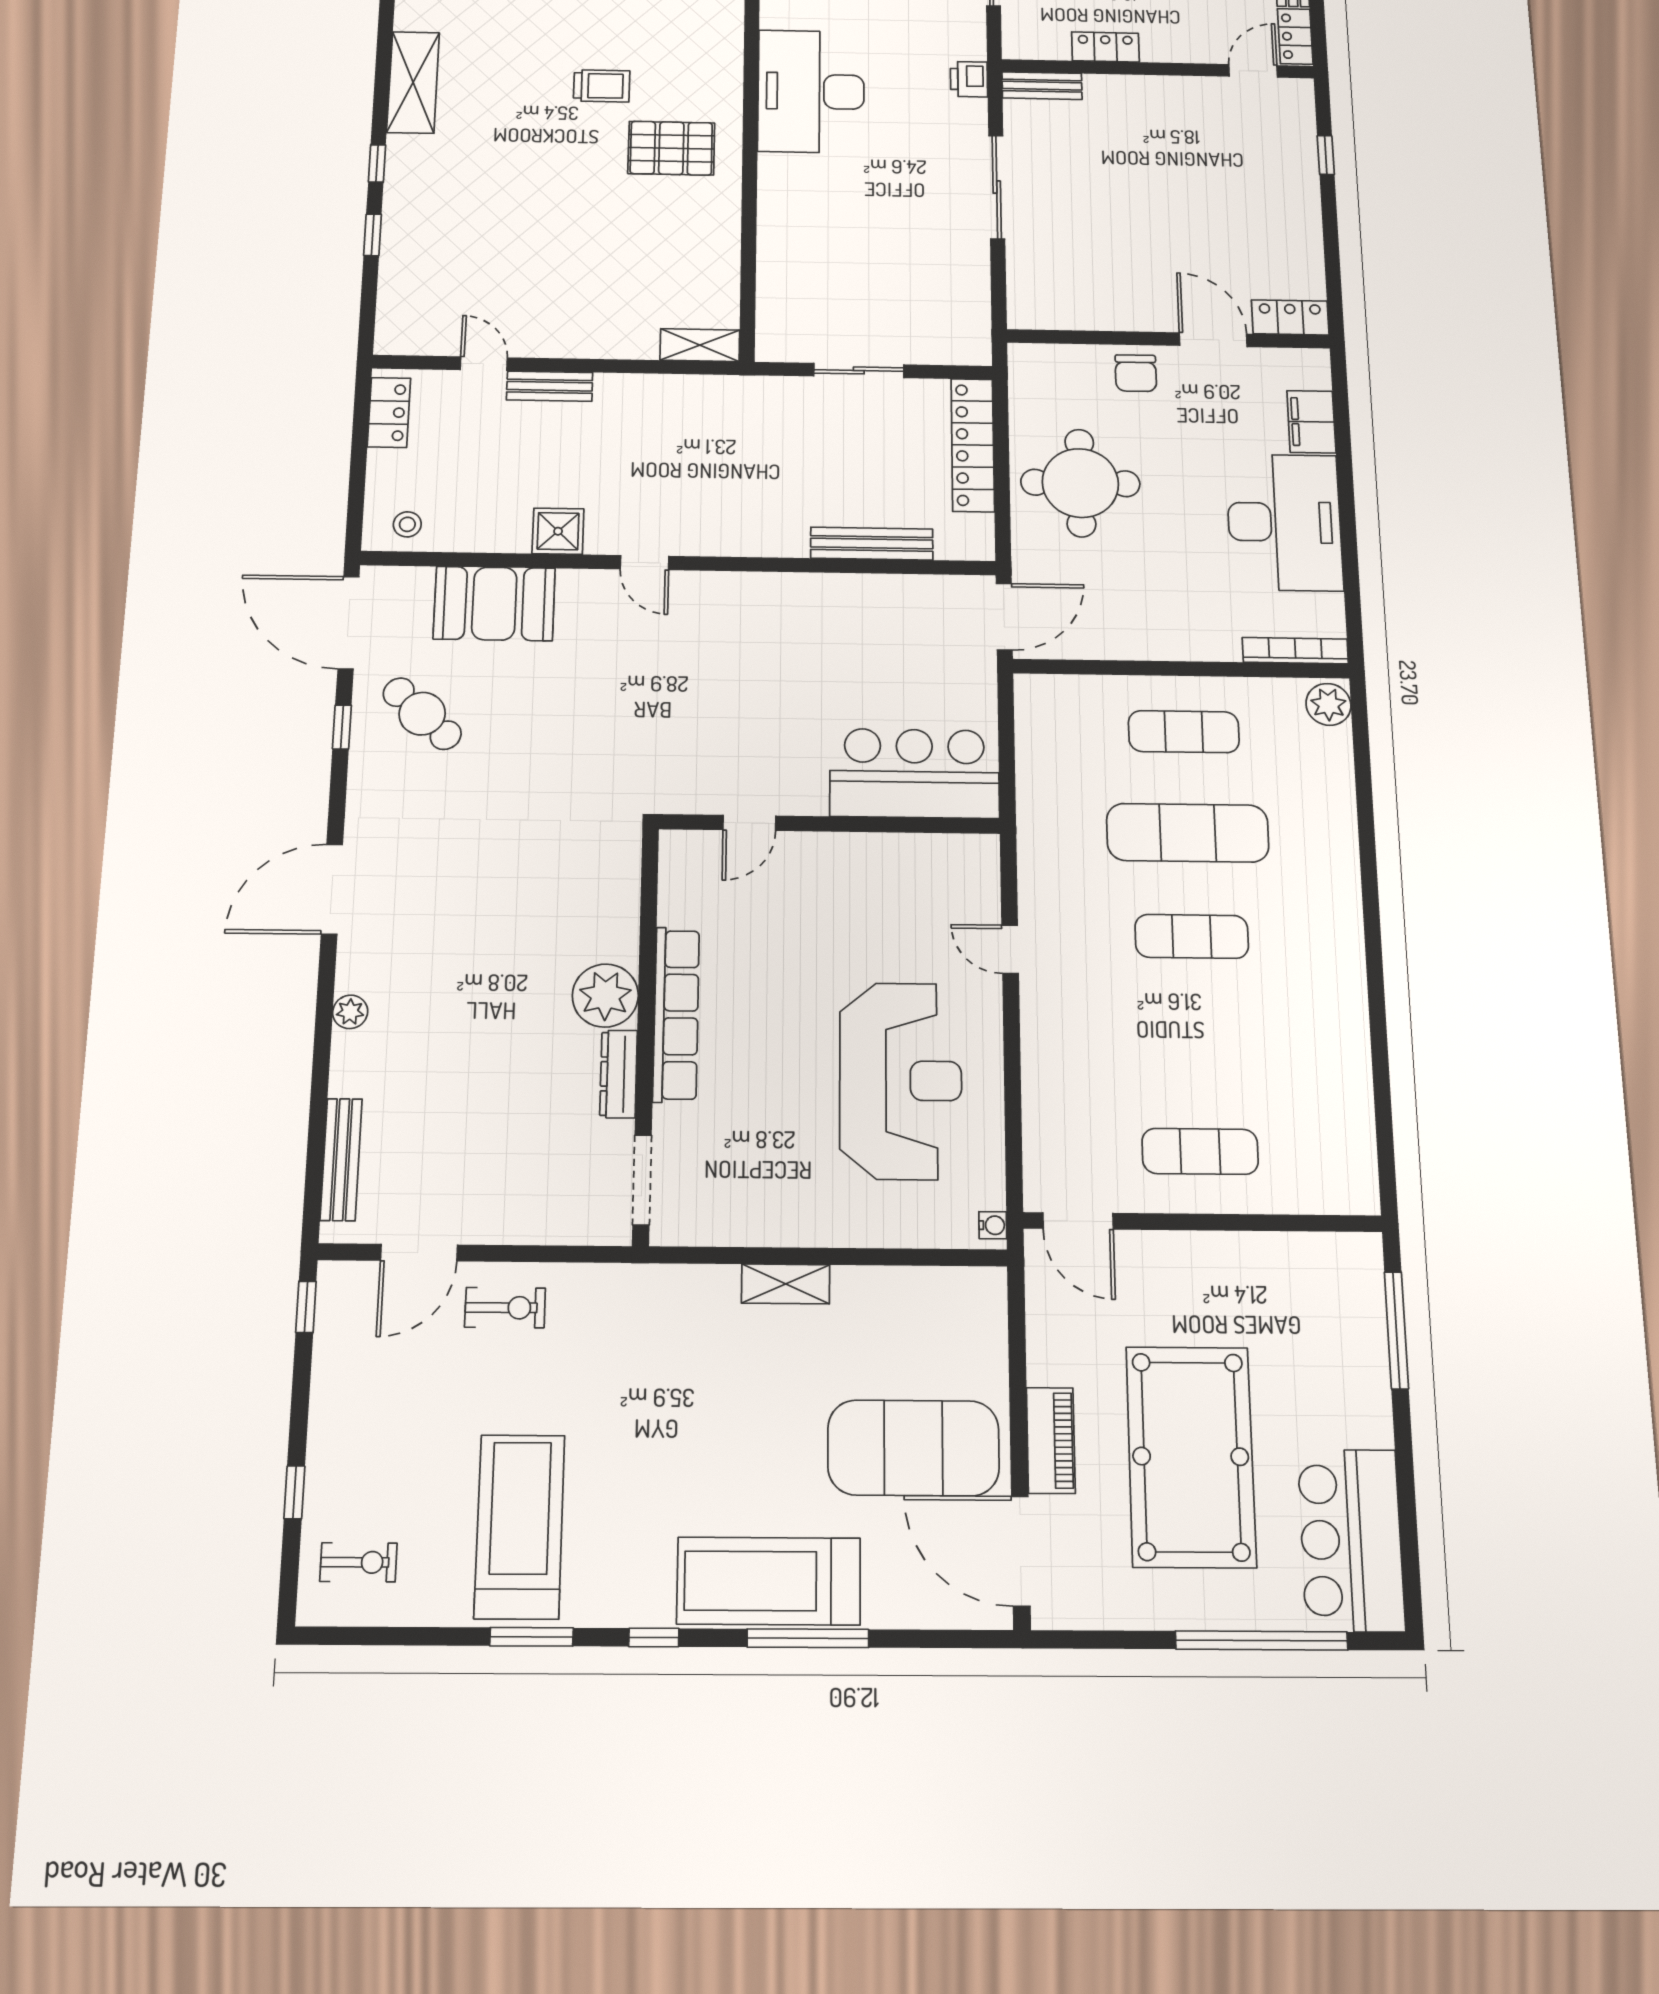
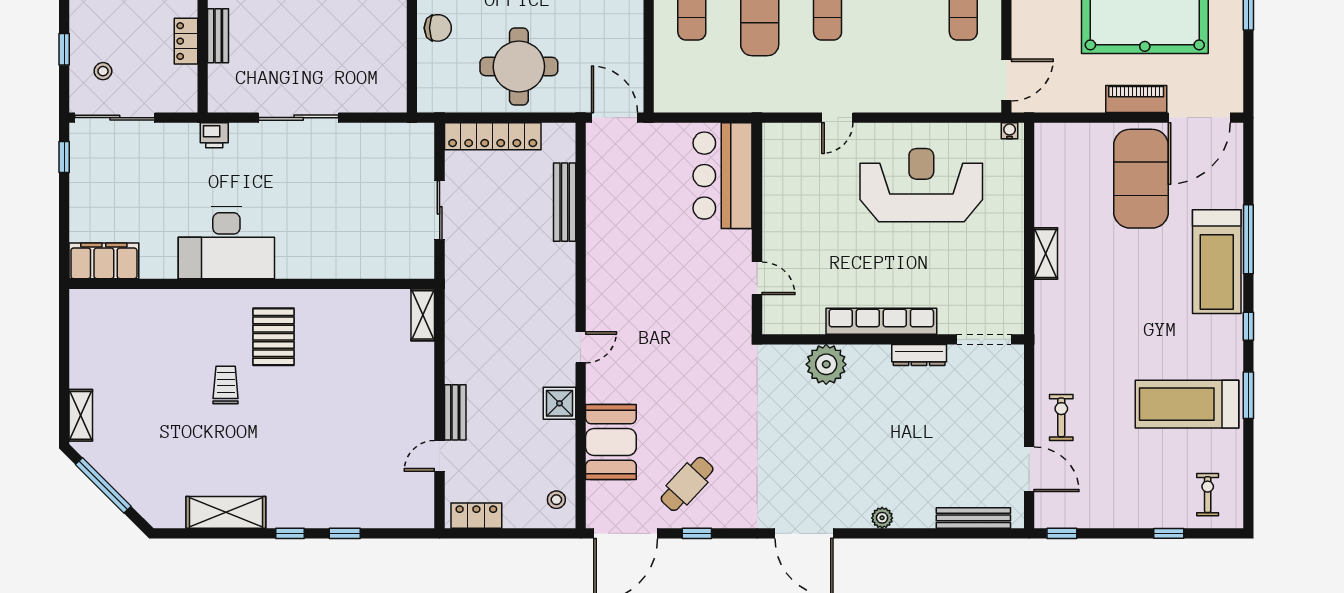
bench: (1042, 86) -> (218, 36), moved
plant: (605, 996) -> (826, 364), moved

